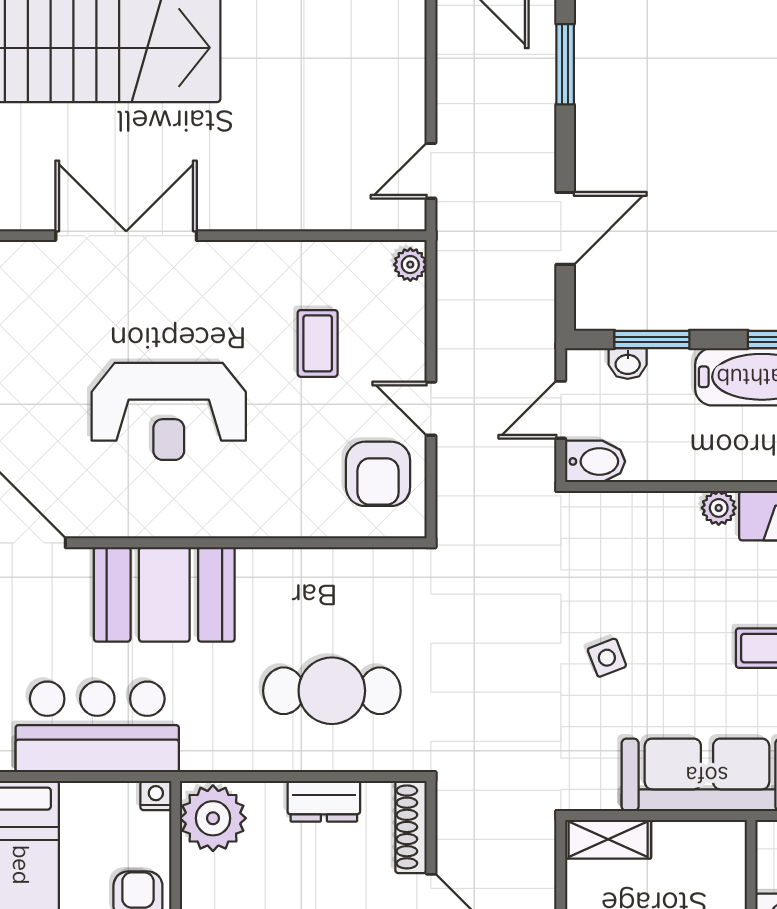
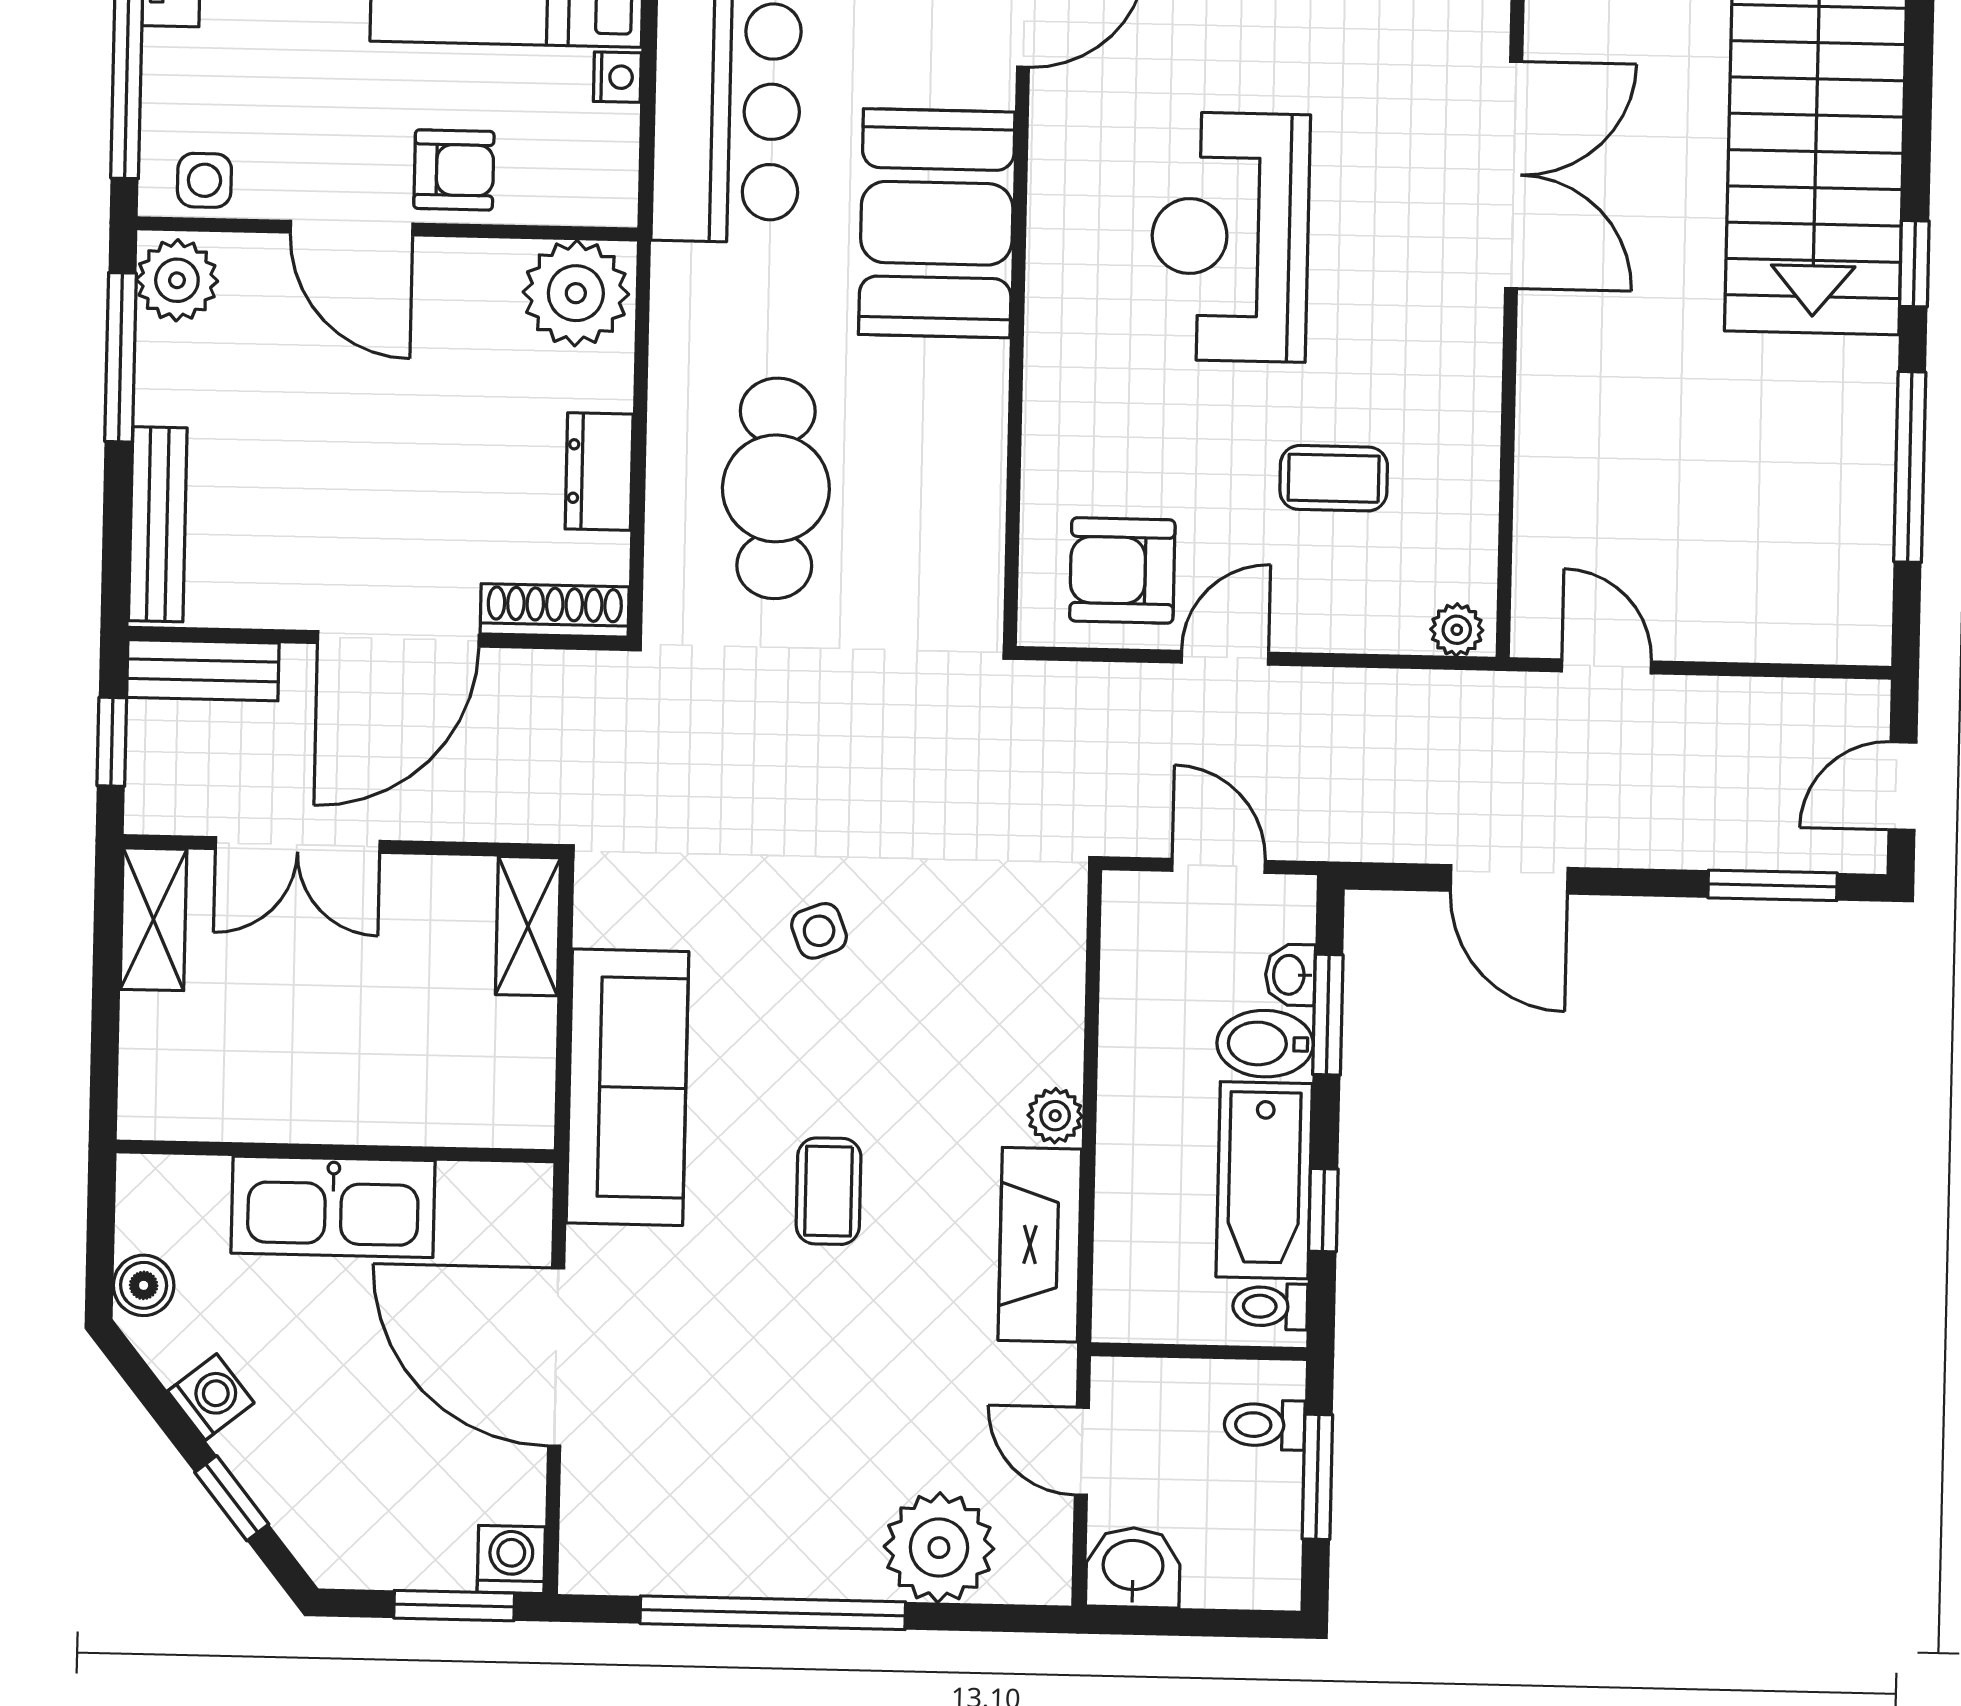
bidet: (595, 461) -> (1265, 1044), moved, turned 90
nightstand: (156, 795) -> (617, 77), moved

